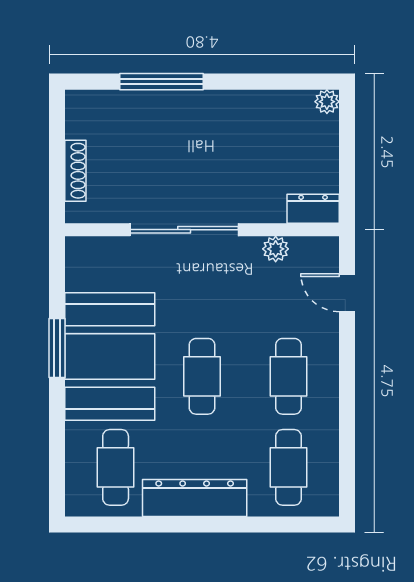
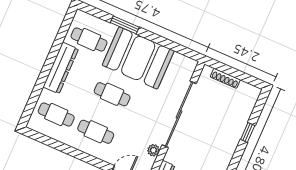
window: (162, 82) -> (248, 133), width x0.46
sliding door: (184, 230) -> (179, 114), width x1.36
window: (57, 348) -> (125, 25), moved

